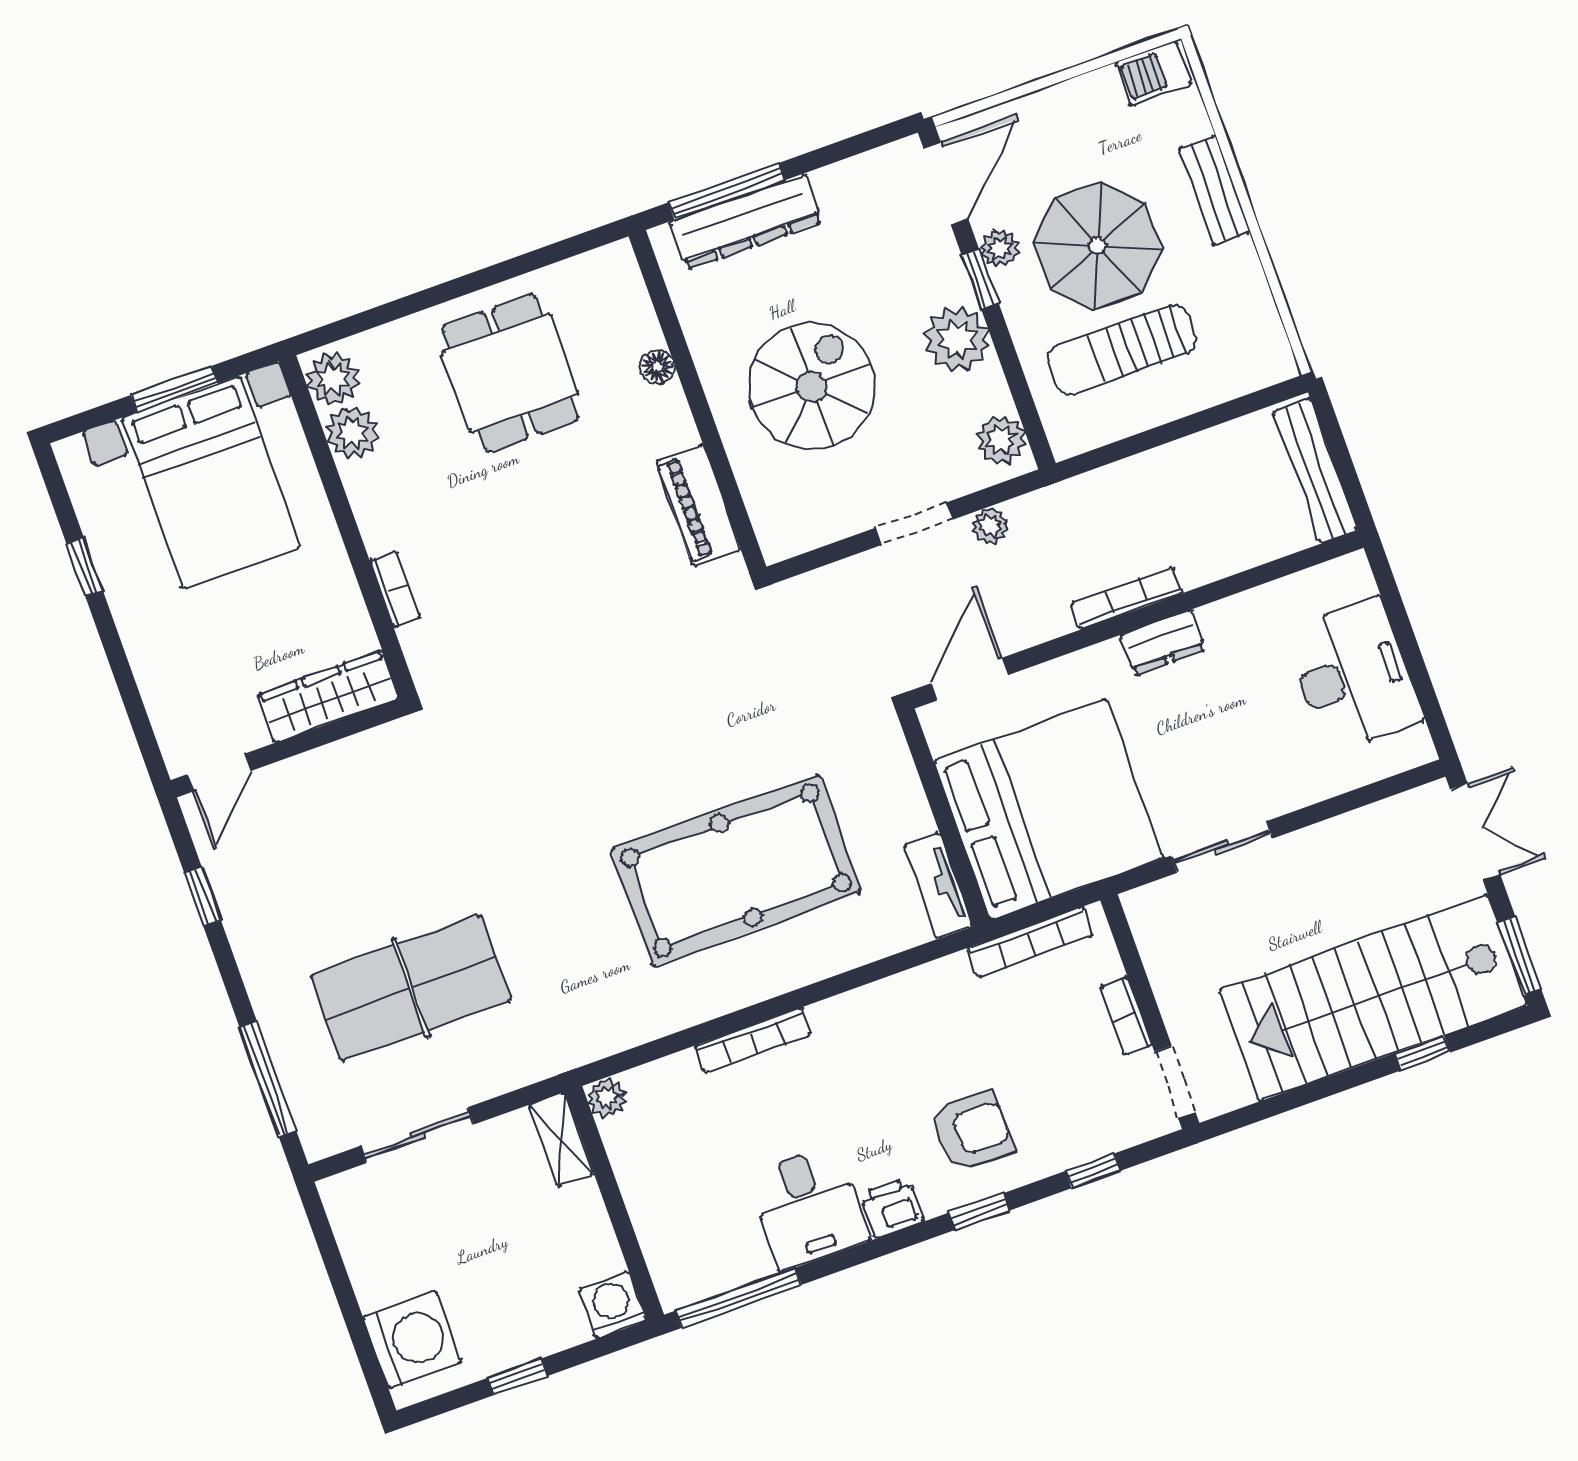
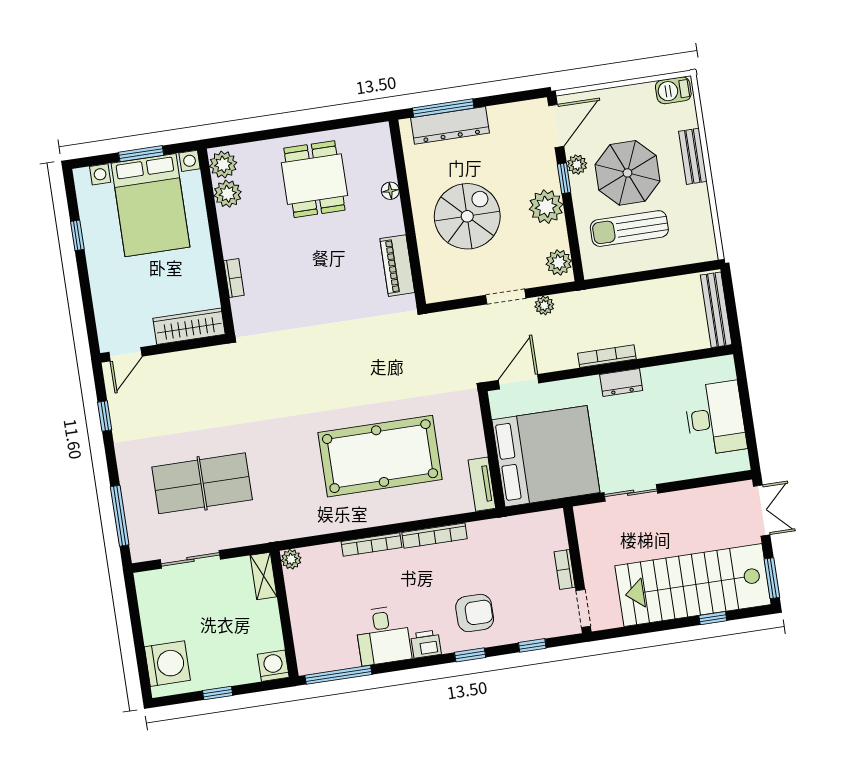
bookcase: (1030, 942) -> (434, 536), moved

